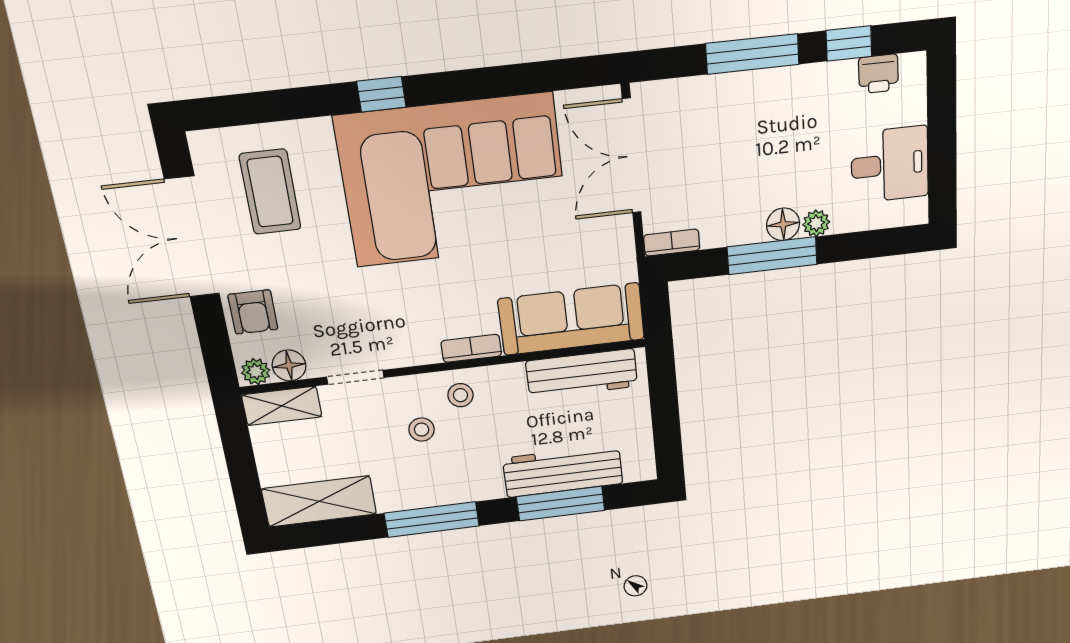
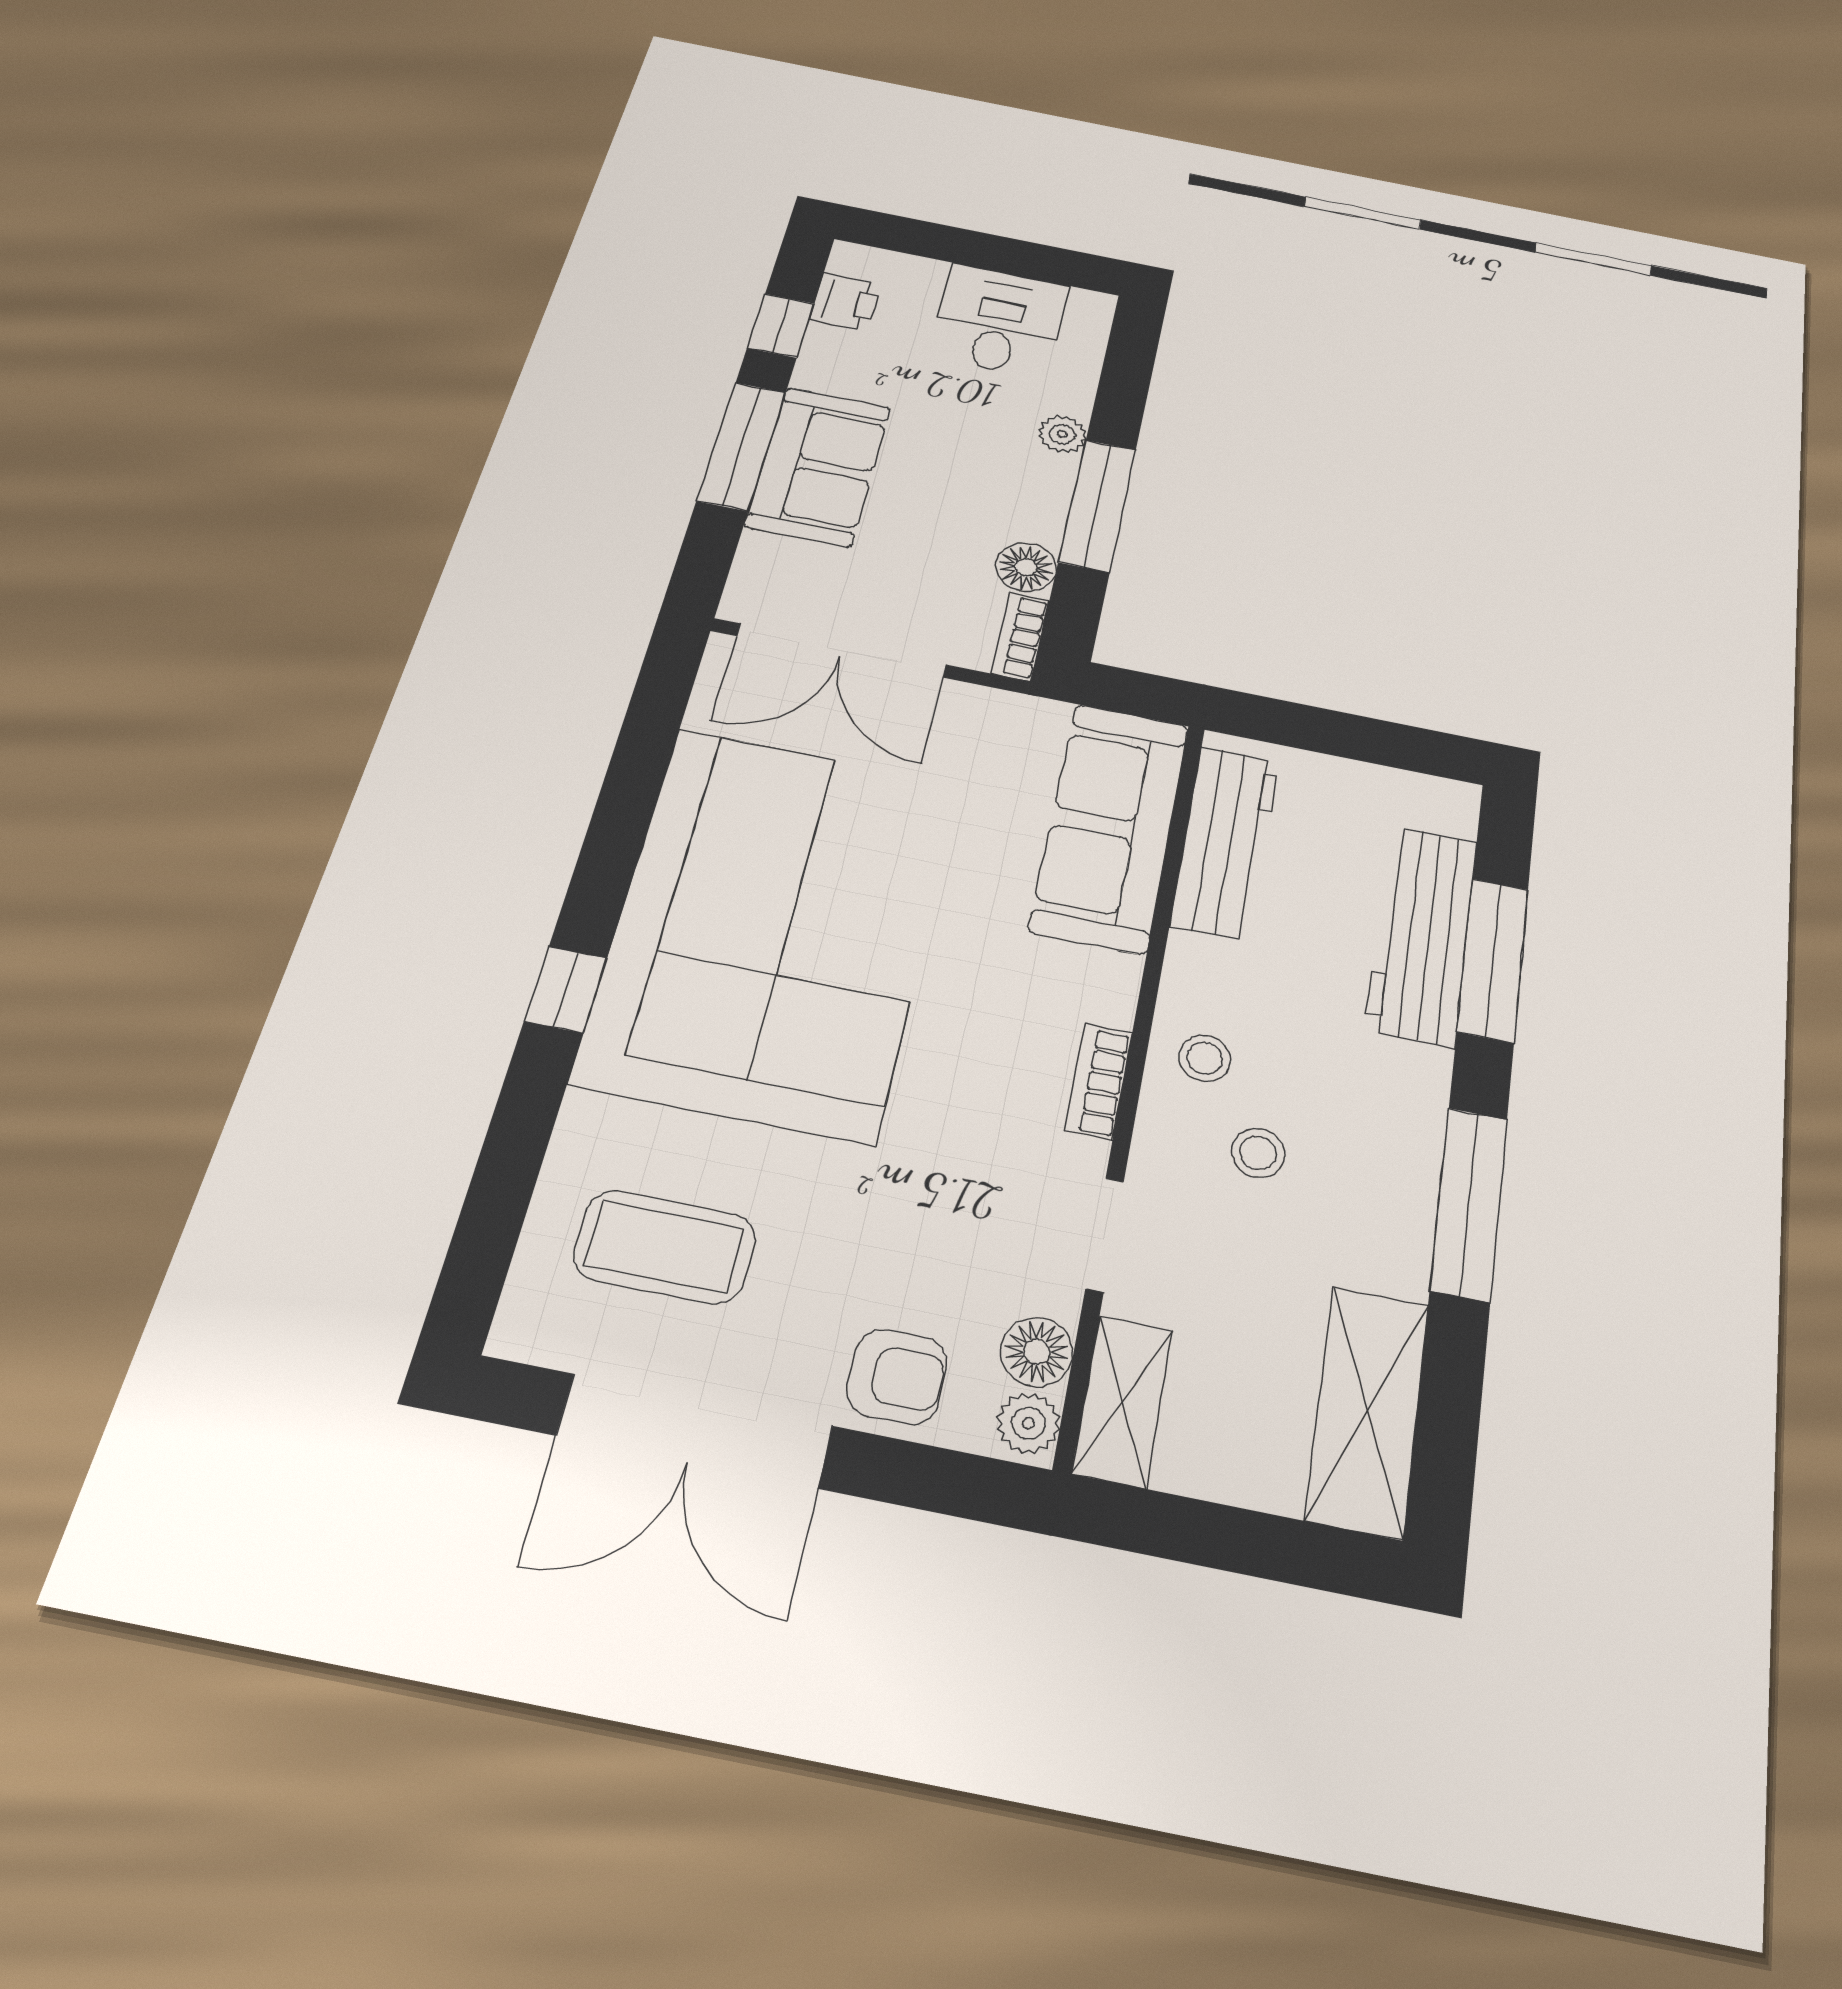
sofa: (752, 101) -> (818, 466), added
floor lamp: (783, 224) -> (1026, 567), moved
bookcase: (471, 348) -> (1099, 1082), moved

